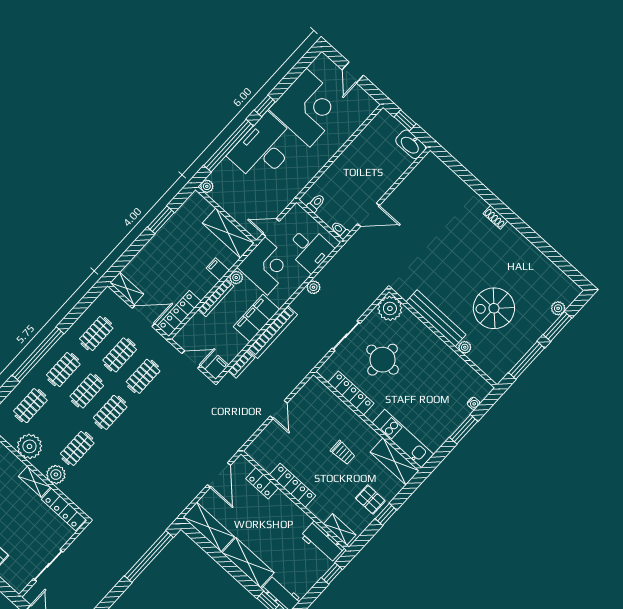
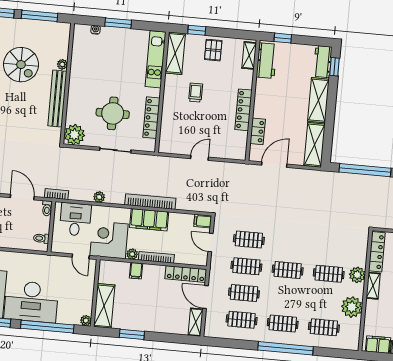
shelving: (228, 233) -> (104, 306), moved
bookcase: (241, 364) -> (57, 194), moved
clothes rail: (87, 391) -> (249, 240), moved
window: (386, 514) -> (197, 30), moved

